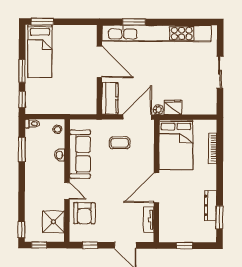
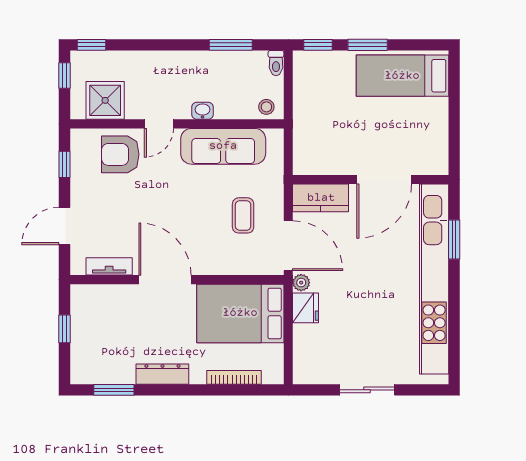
window: (42, 22) -> (454, 80), removed
washbasin: (60, 155) -> (203, 111), moved
dresser: (210, 205) -> (162, 374), moved

